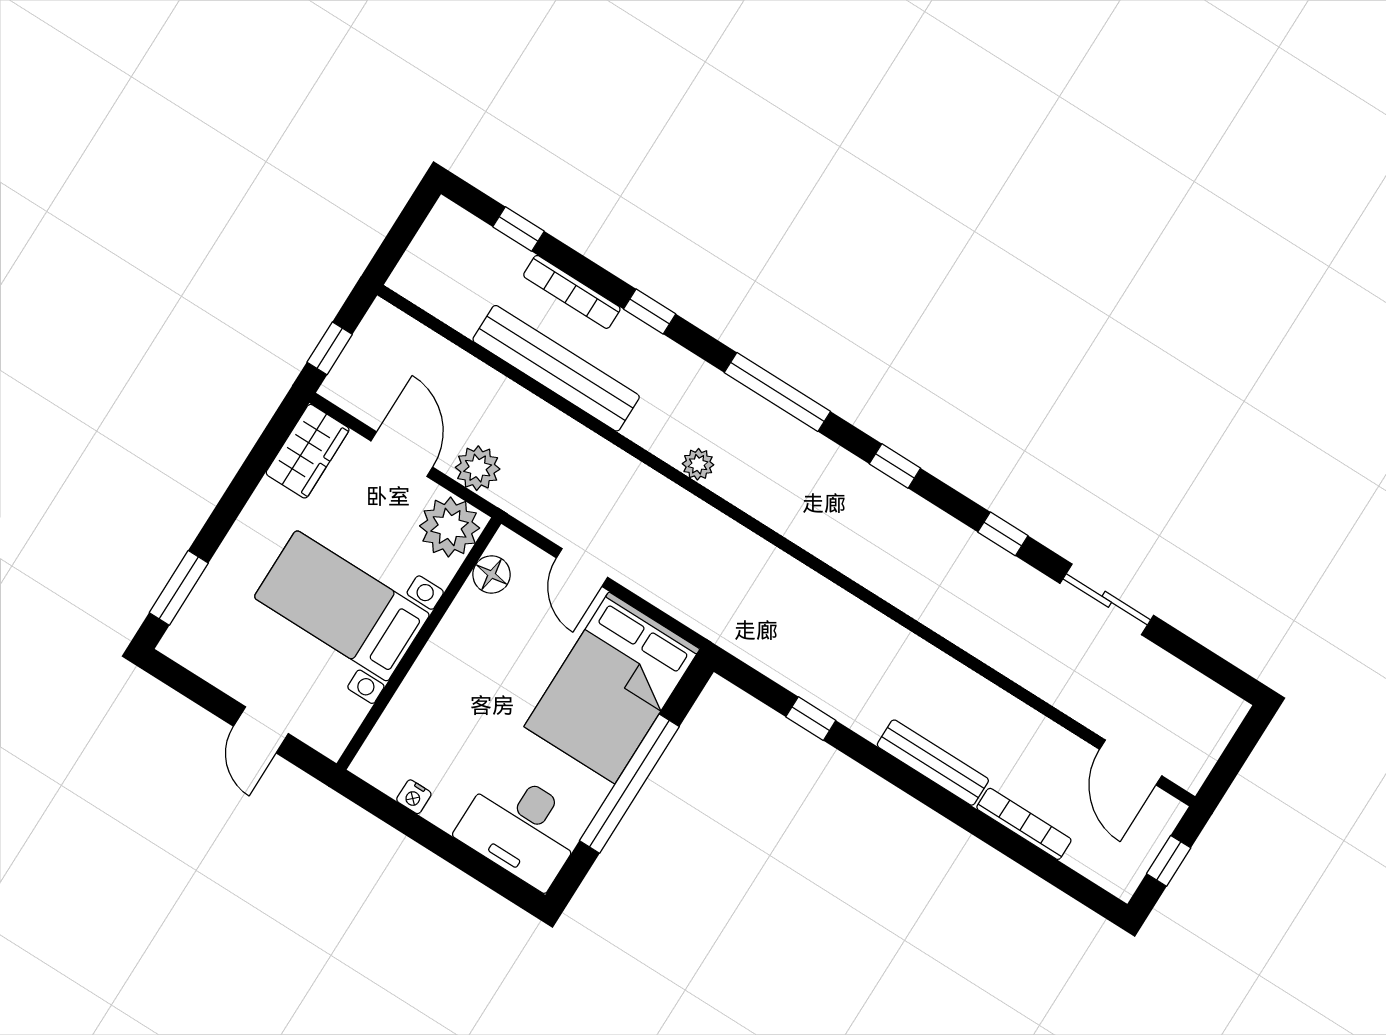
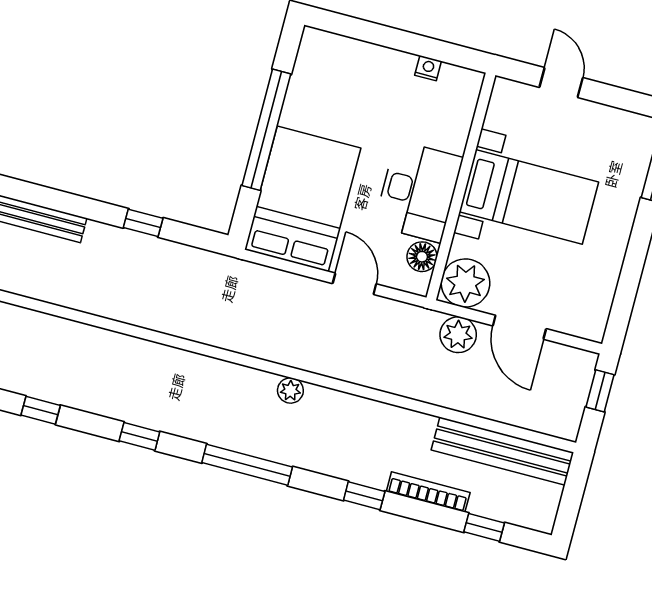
bench: (556, 368) -> (503, 451), moved
wardrobe: (308, 451) -> (592, 307), removed
desk: (521, 828) -> (418, 192), moved, turned 90

